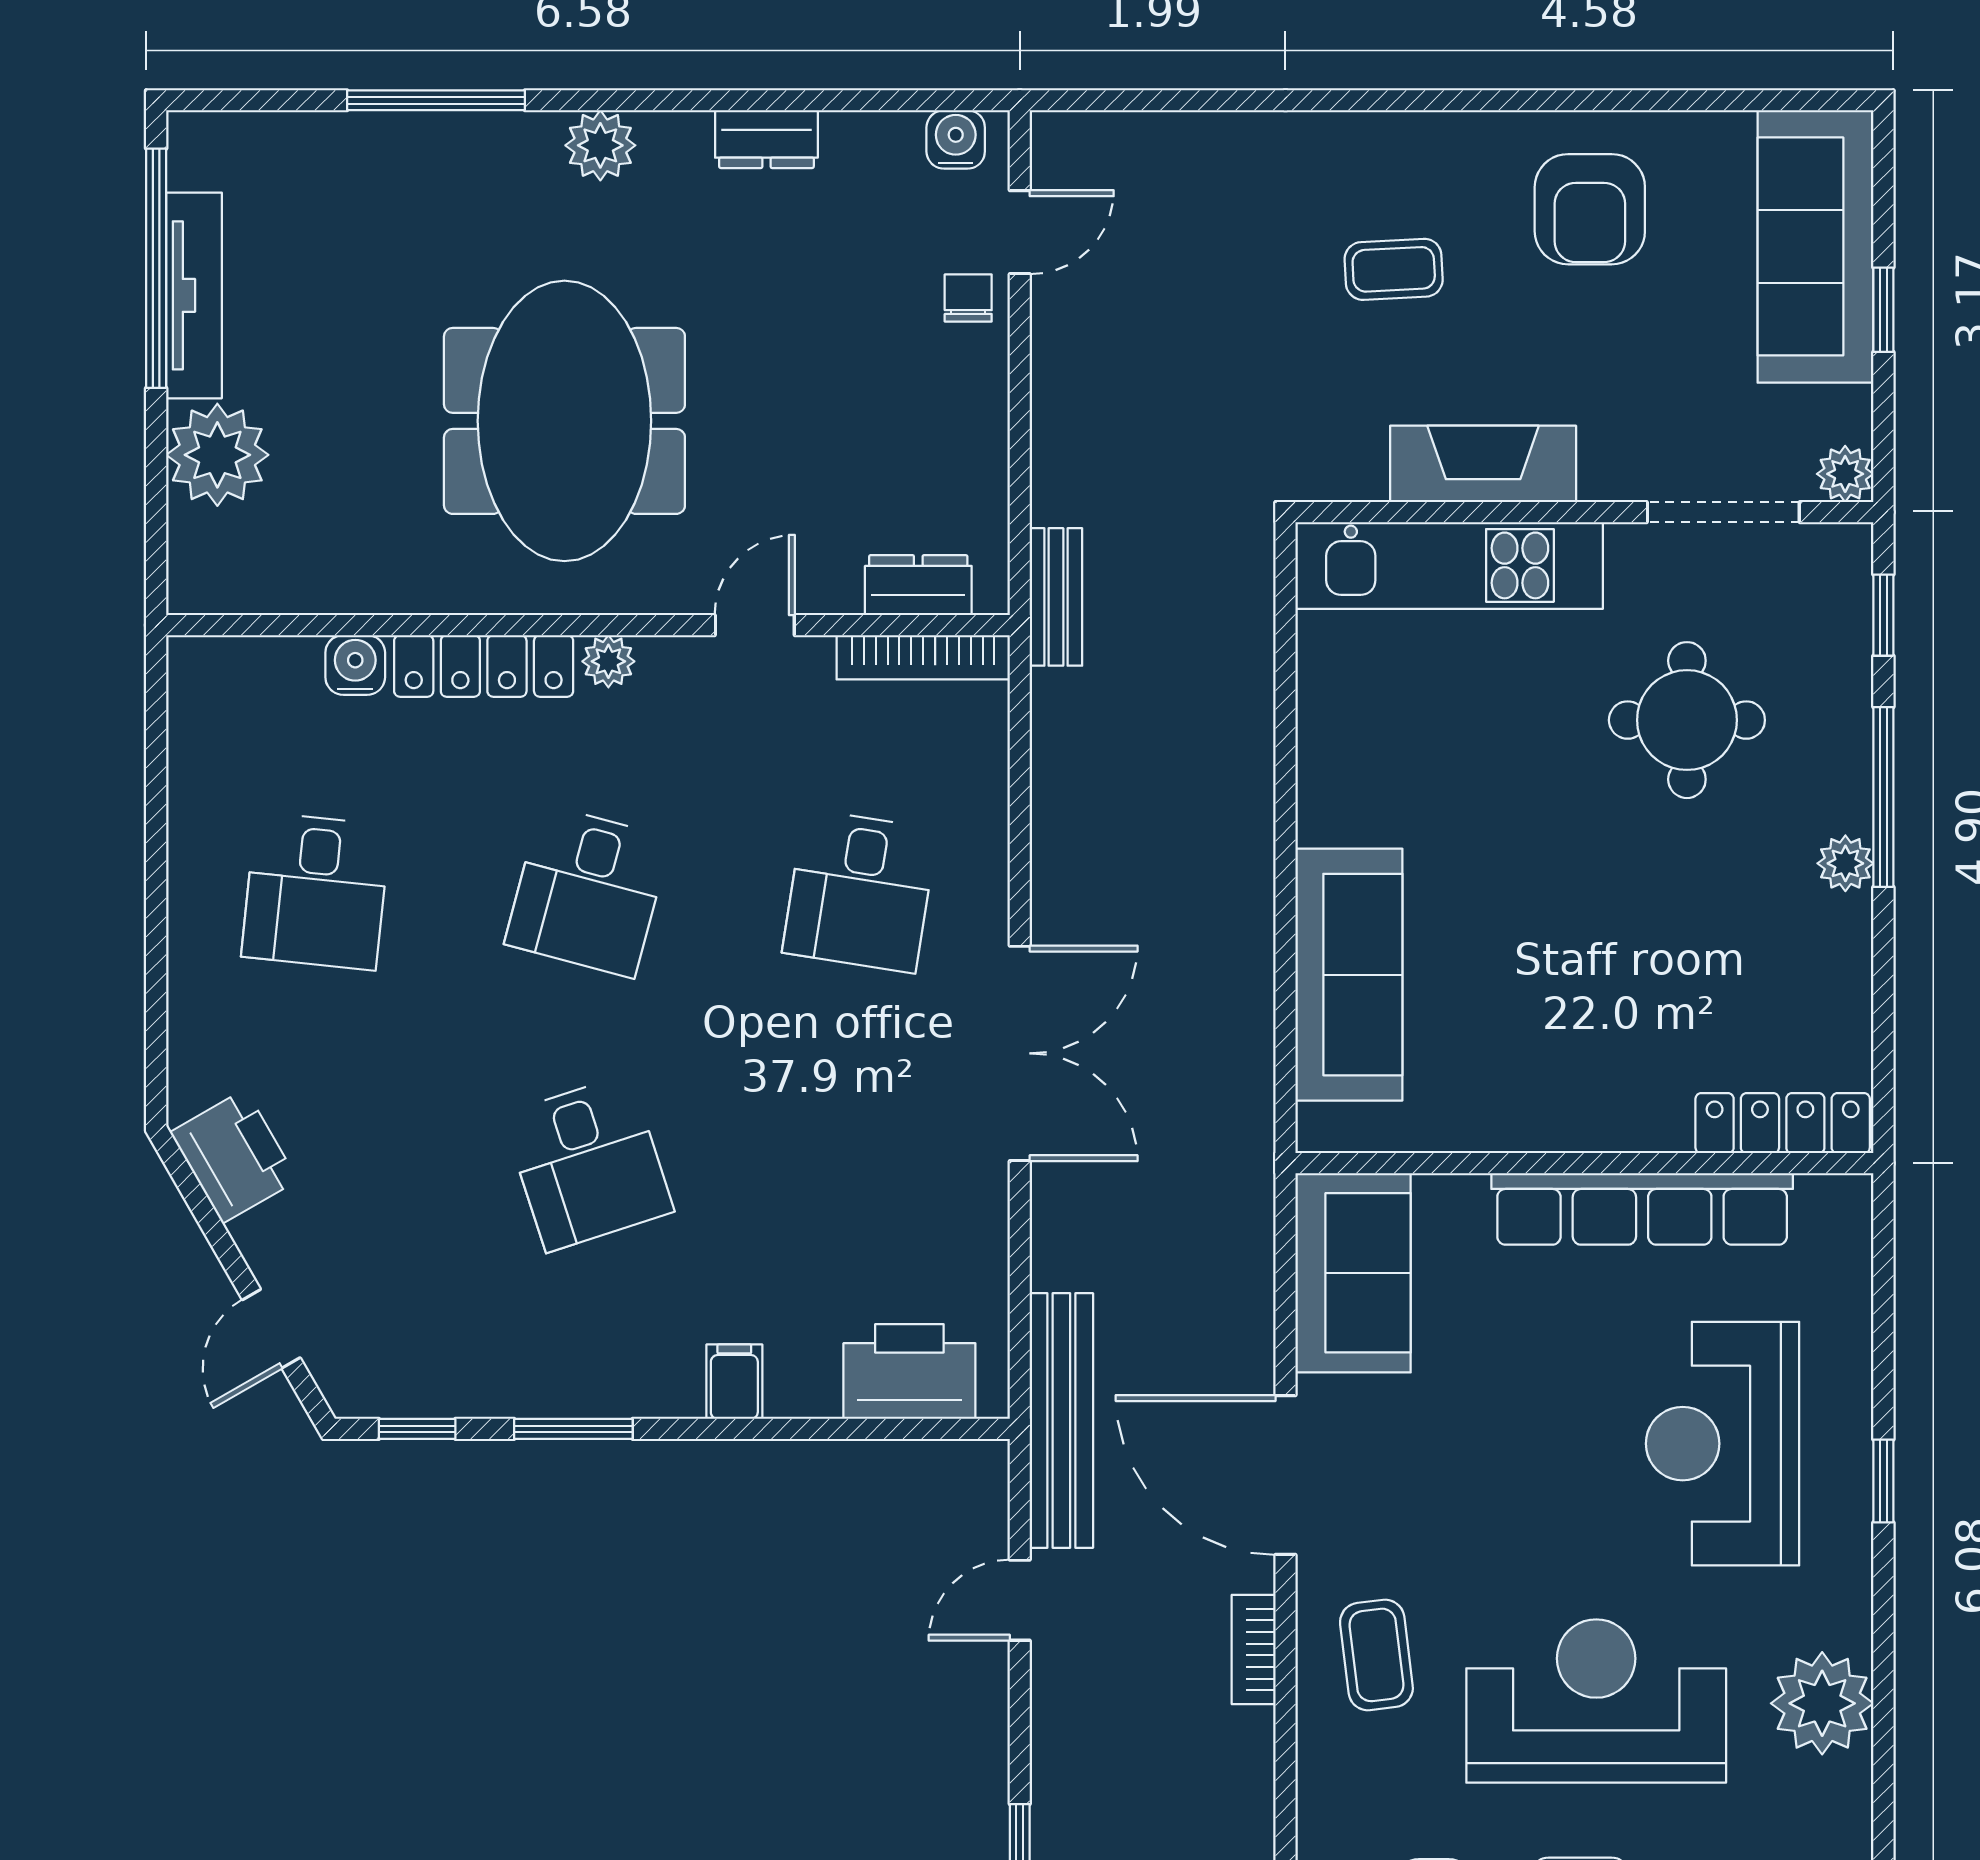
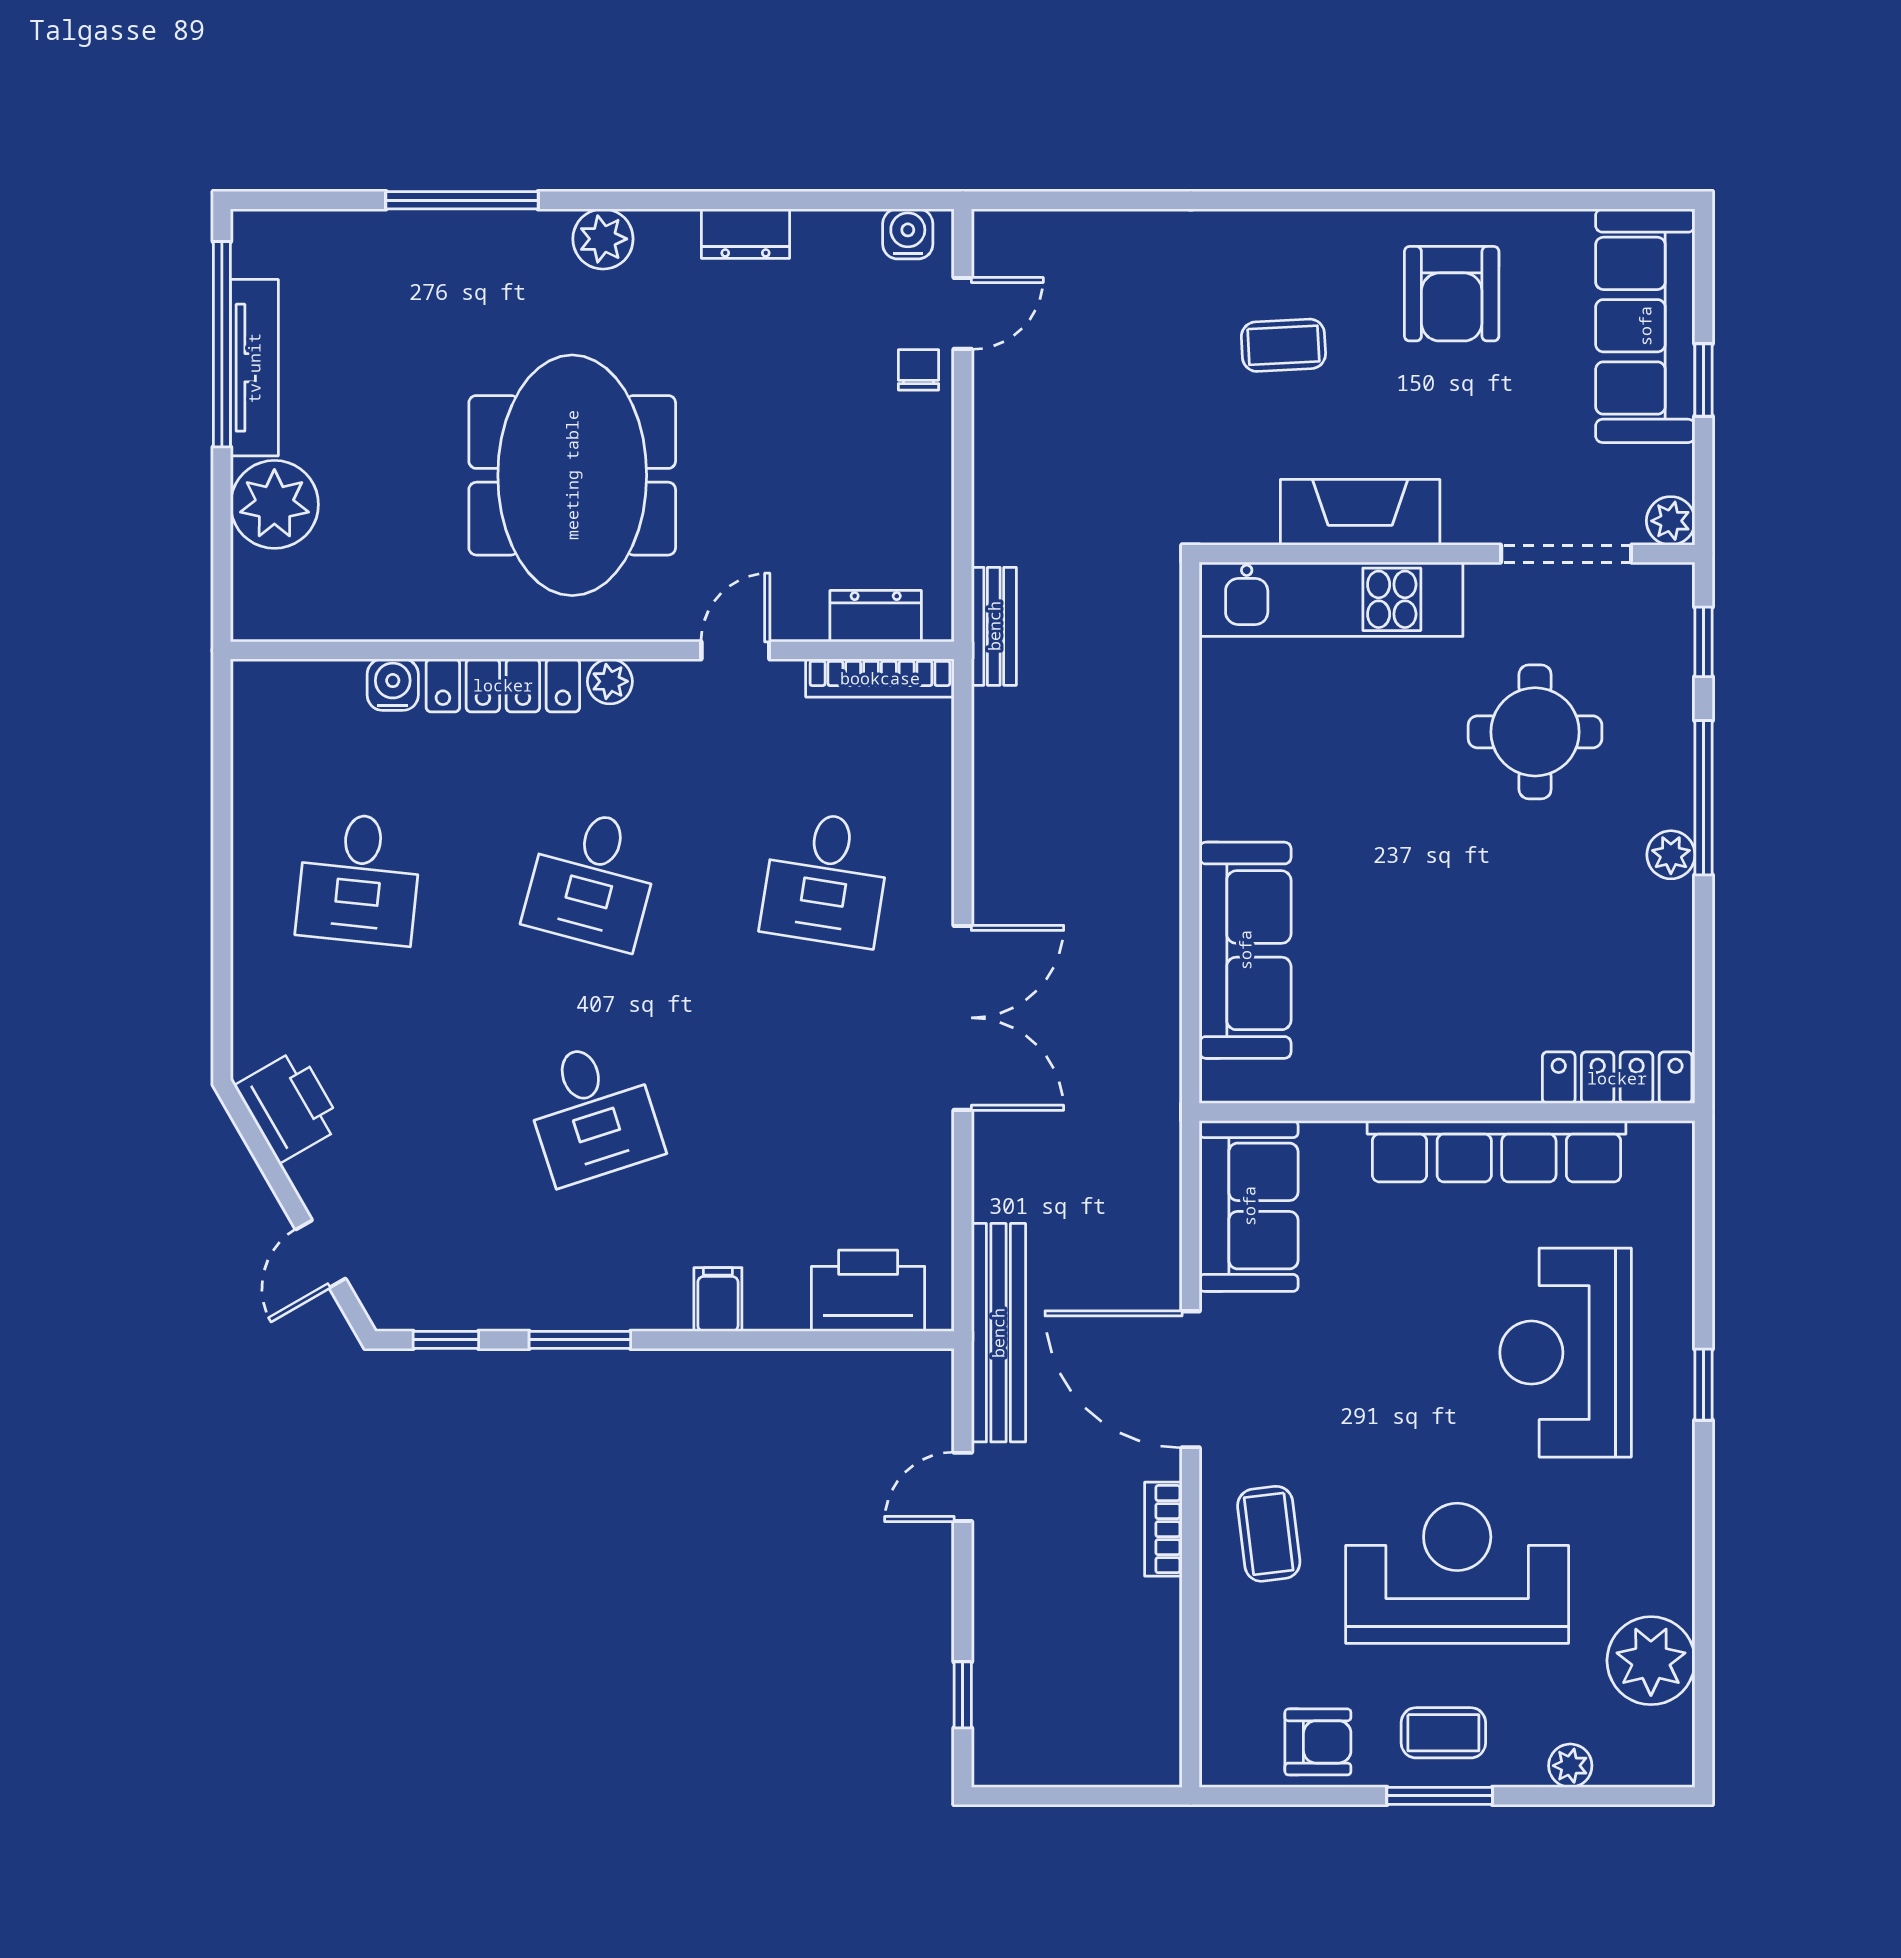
plant: (1822, 1703) -> (1651, 1661), moved

